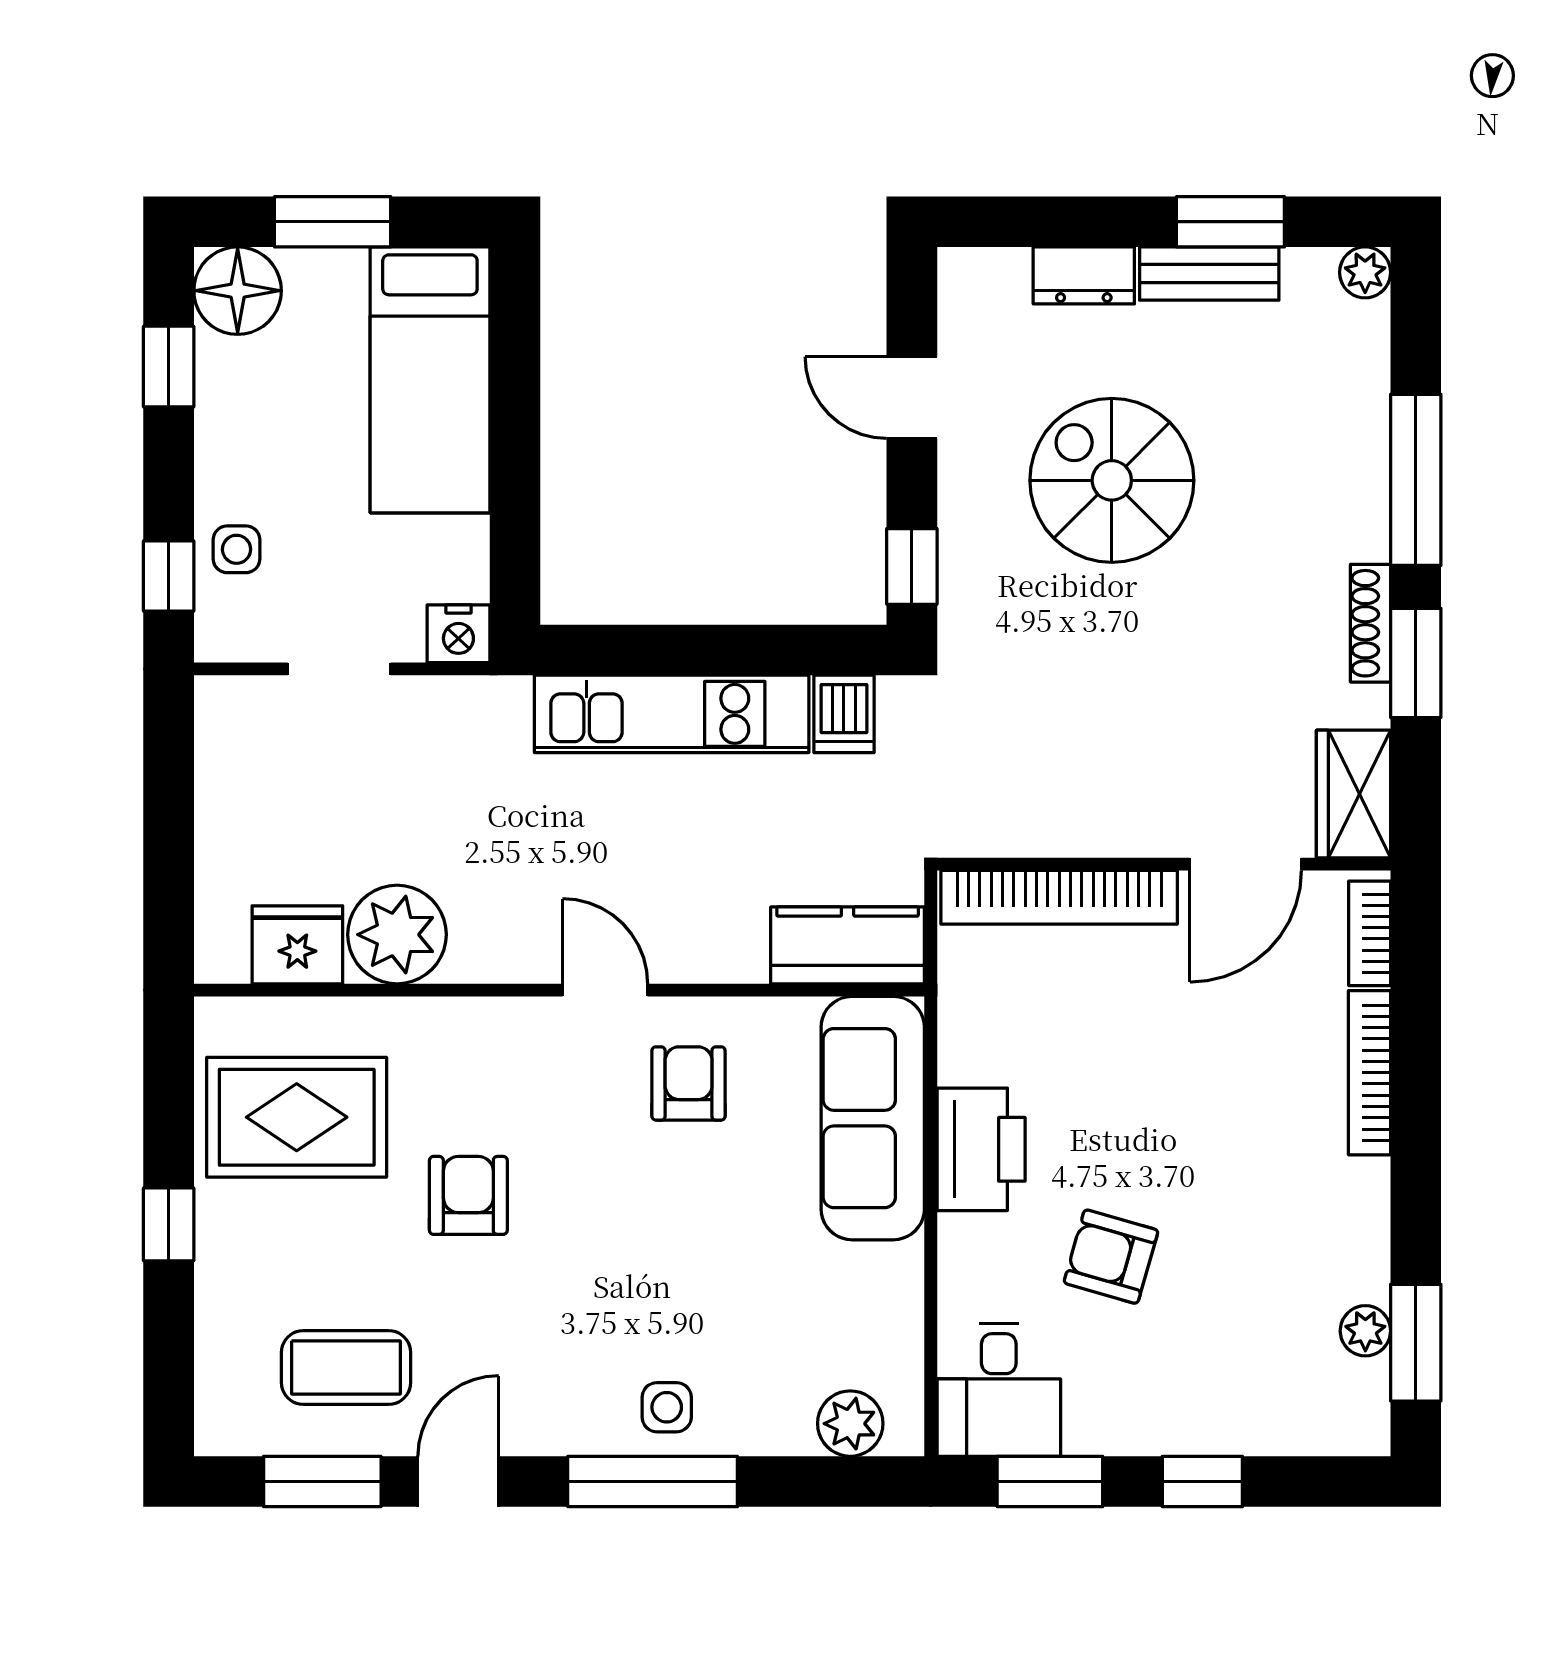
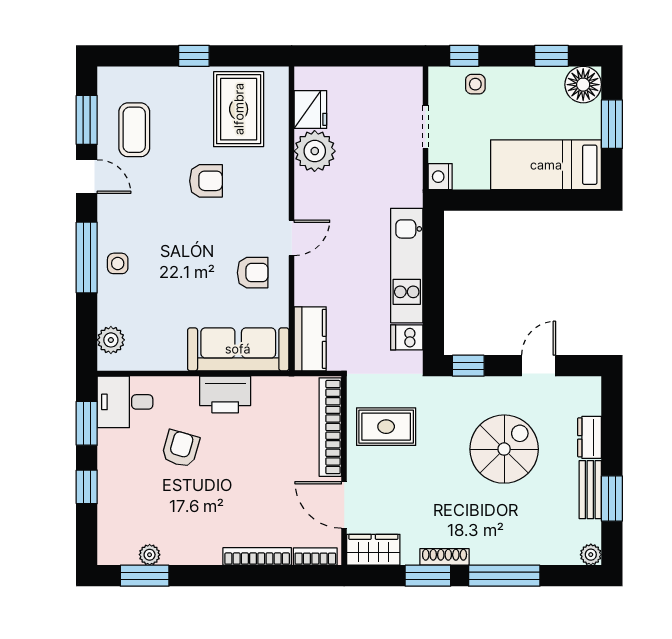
rug: (1058, 763) -> (386, 427), added

